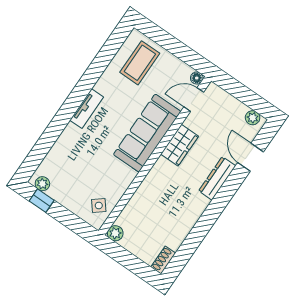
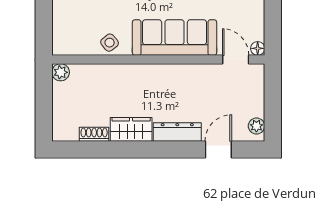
wardrobe: (180, 145) -> (131, 129), moved, turned 180
side table: (99, 206) -> (110, 43), moved
shoe rack: (163, 260) -> (94, 134), moved

